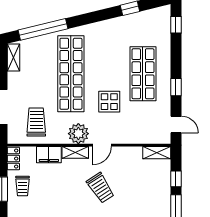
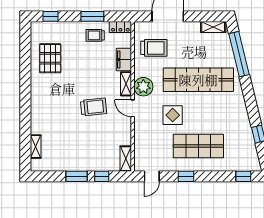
trolley: (100, 188) -> (94, 107), turned -153

